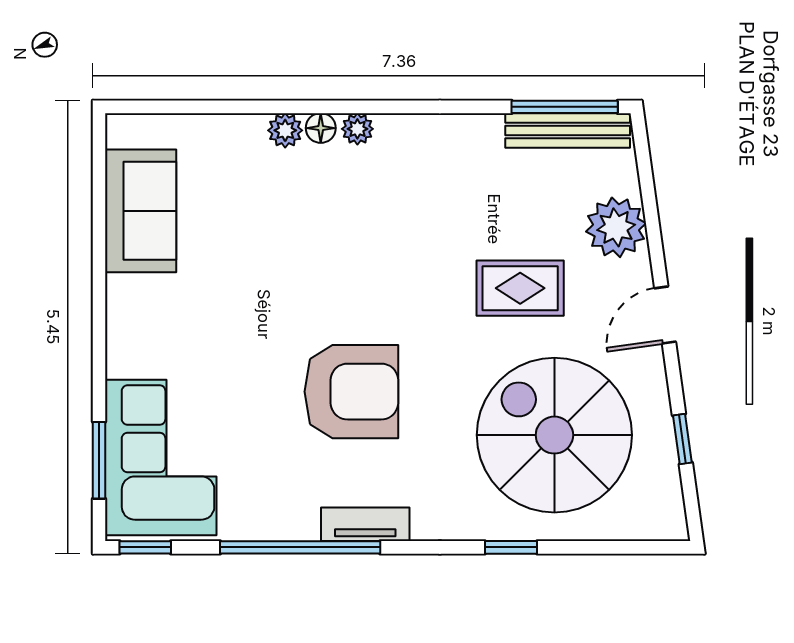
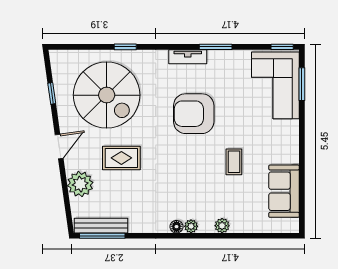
floor lamp: (321, 128) -> (176, 227), moved
coffee table: (257, 279) -> (234, 162), added
window: (300, 547) -> (216, 47), width x0.47

